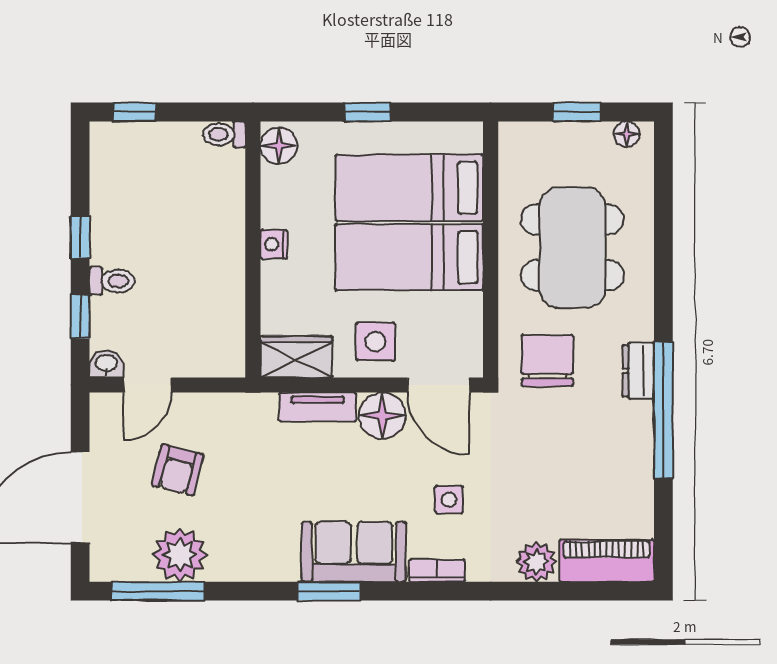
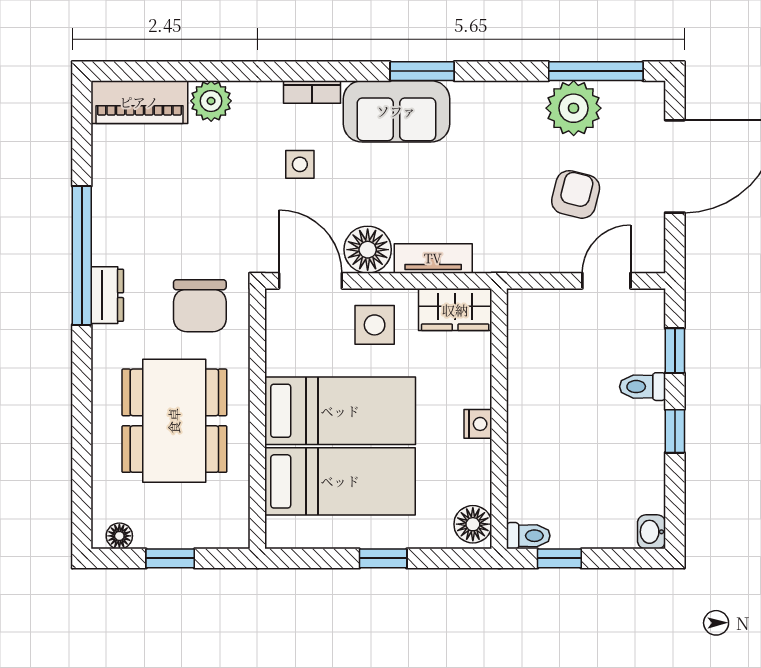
window: (135, 112) -> (559, 558), moved
washbasin: (106, 364) -> (651, 532), moved, turned 90

